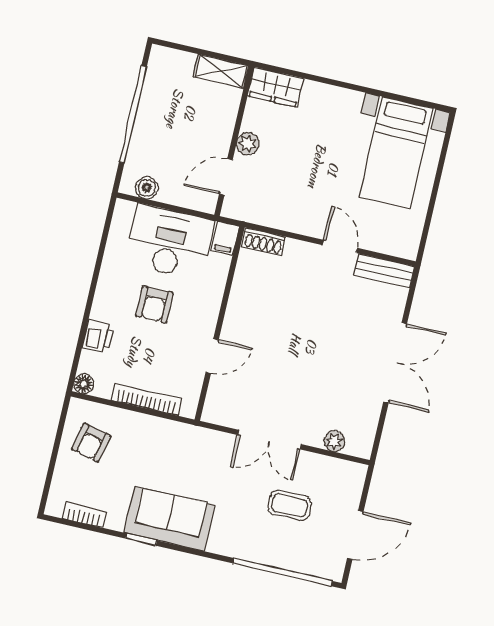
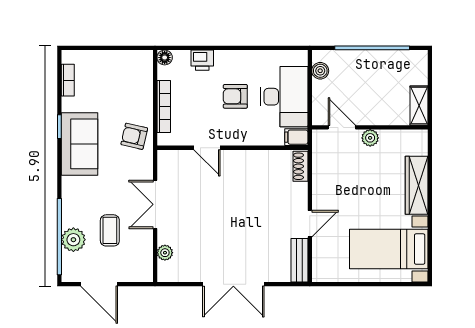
wardrobe: (276, 87) -> (417, 185), moved, width x1.50
armchair: (91, 442) -> (134, 136), moved
plant: (291, 555) -> (73, 240), added

